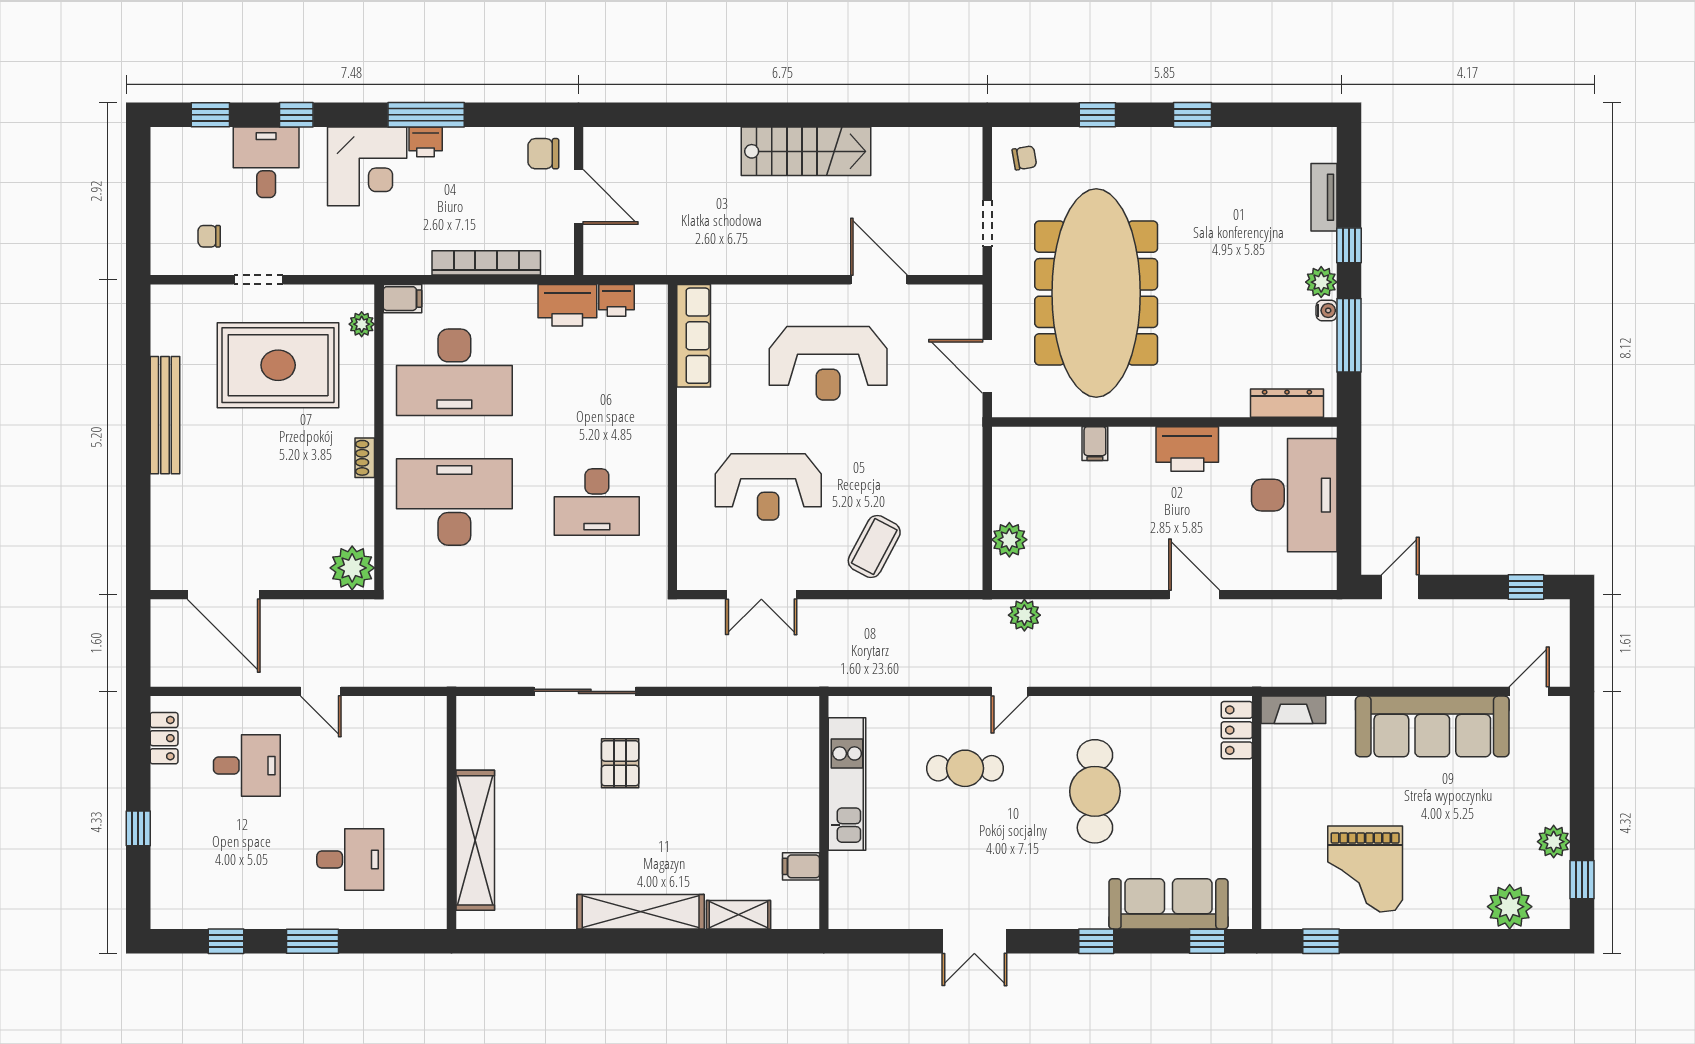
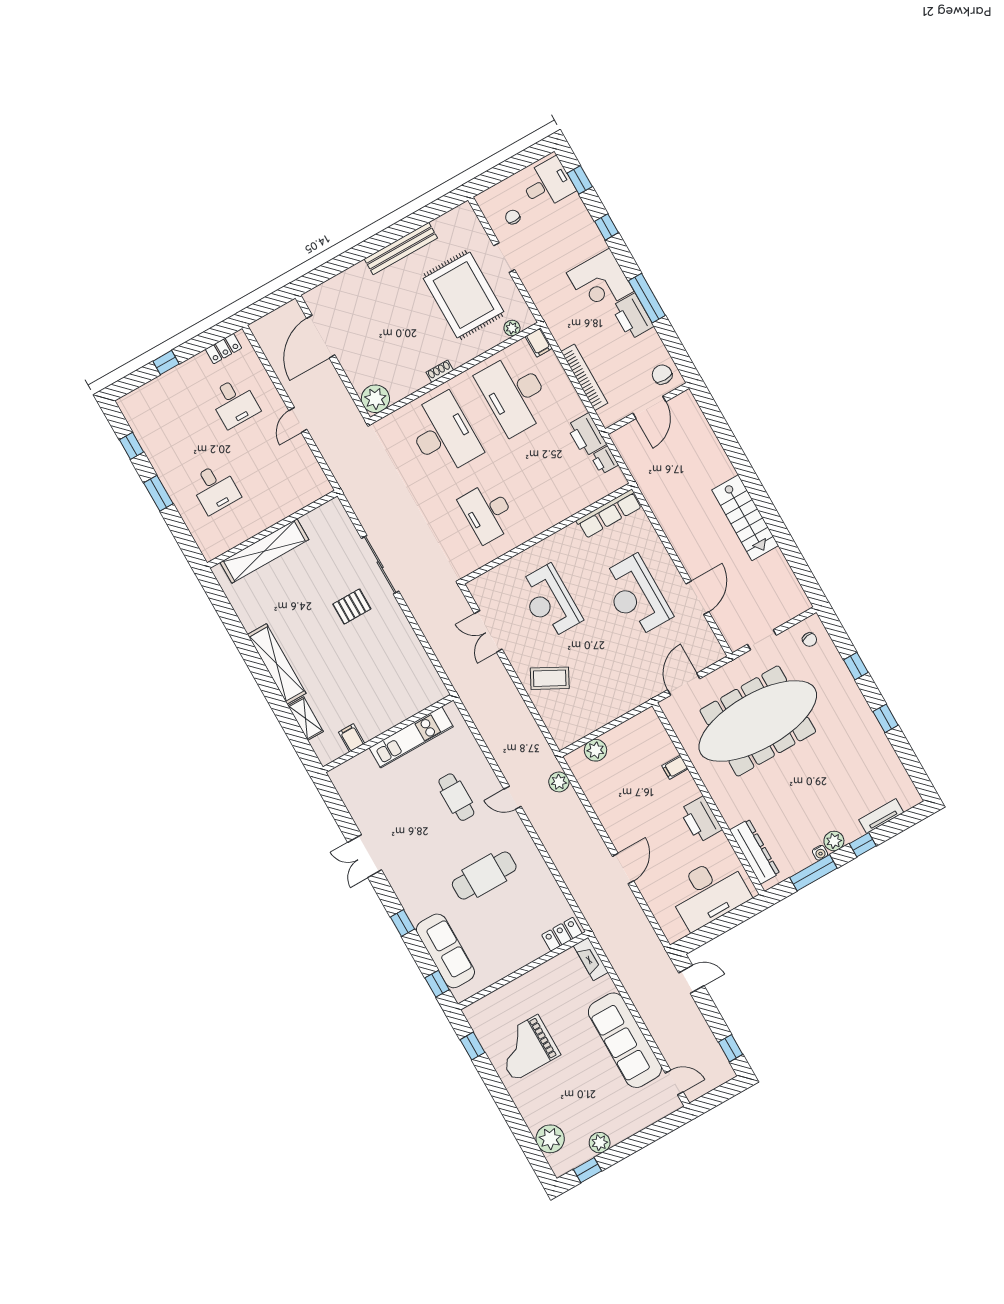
printer: (426, 142) -> (632, 316), width x1.87, depth x1.48
desk: (266, 162) -> (547, 184), moved
dresser: (1287, 403) -> (755, 852), width x1.37, depth x1.24

